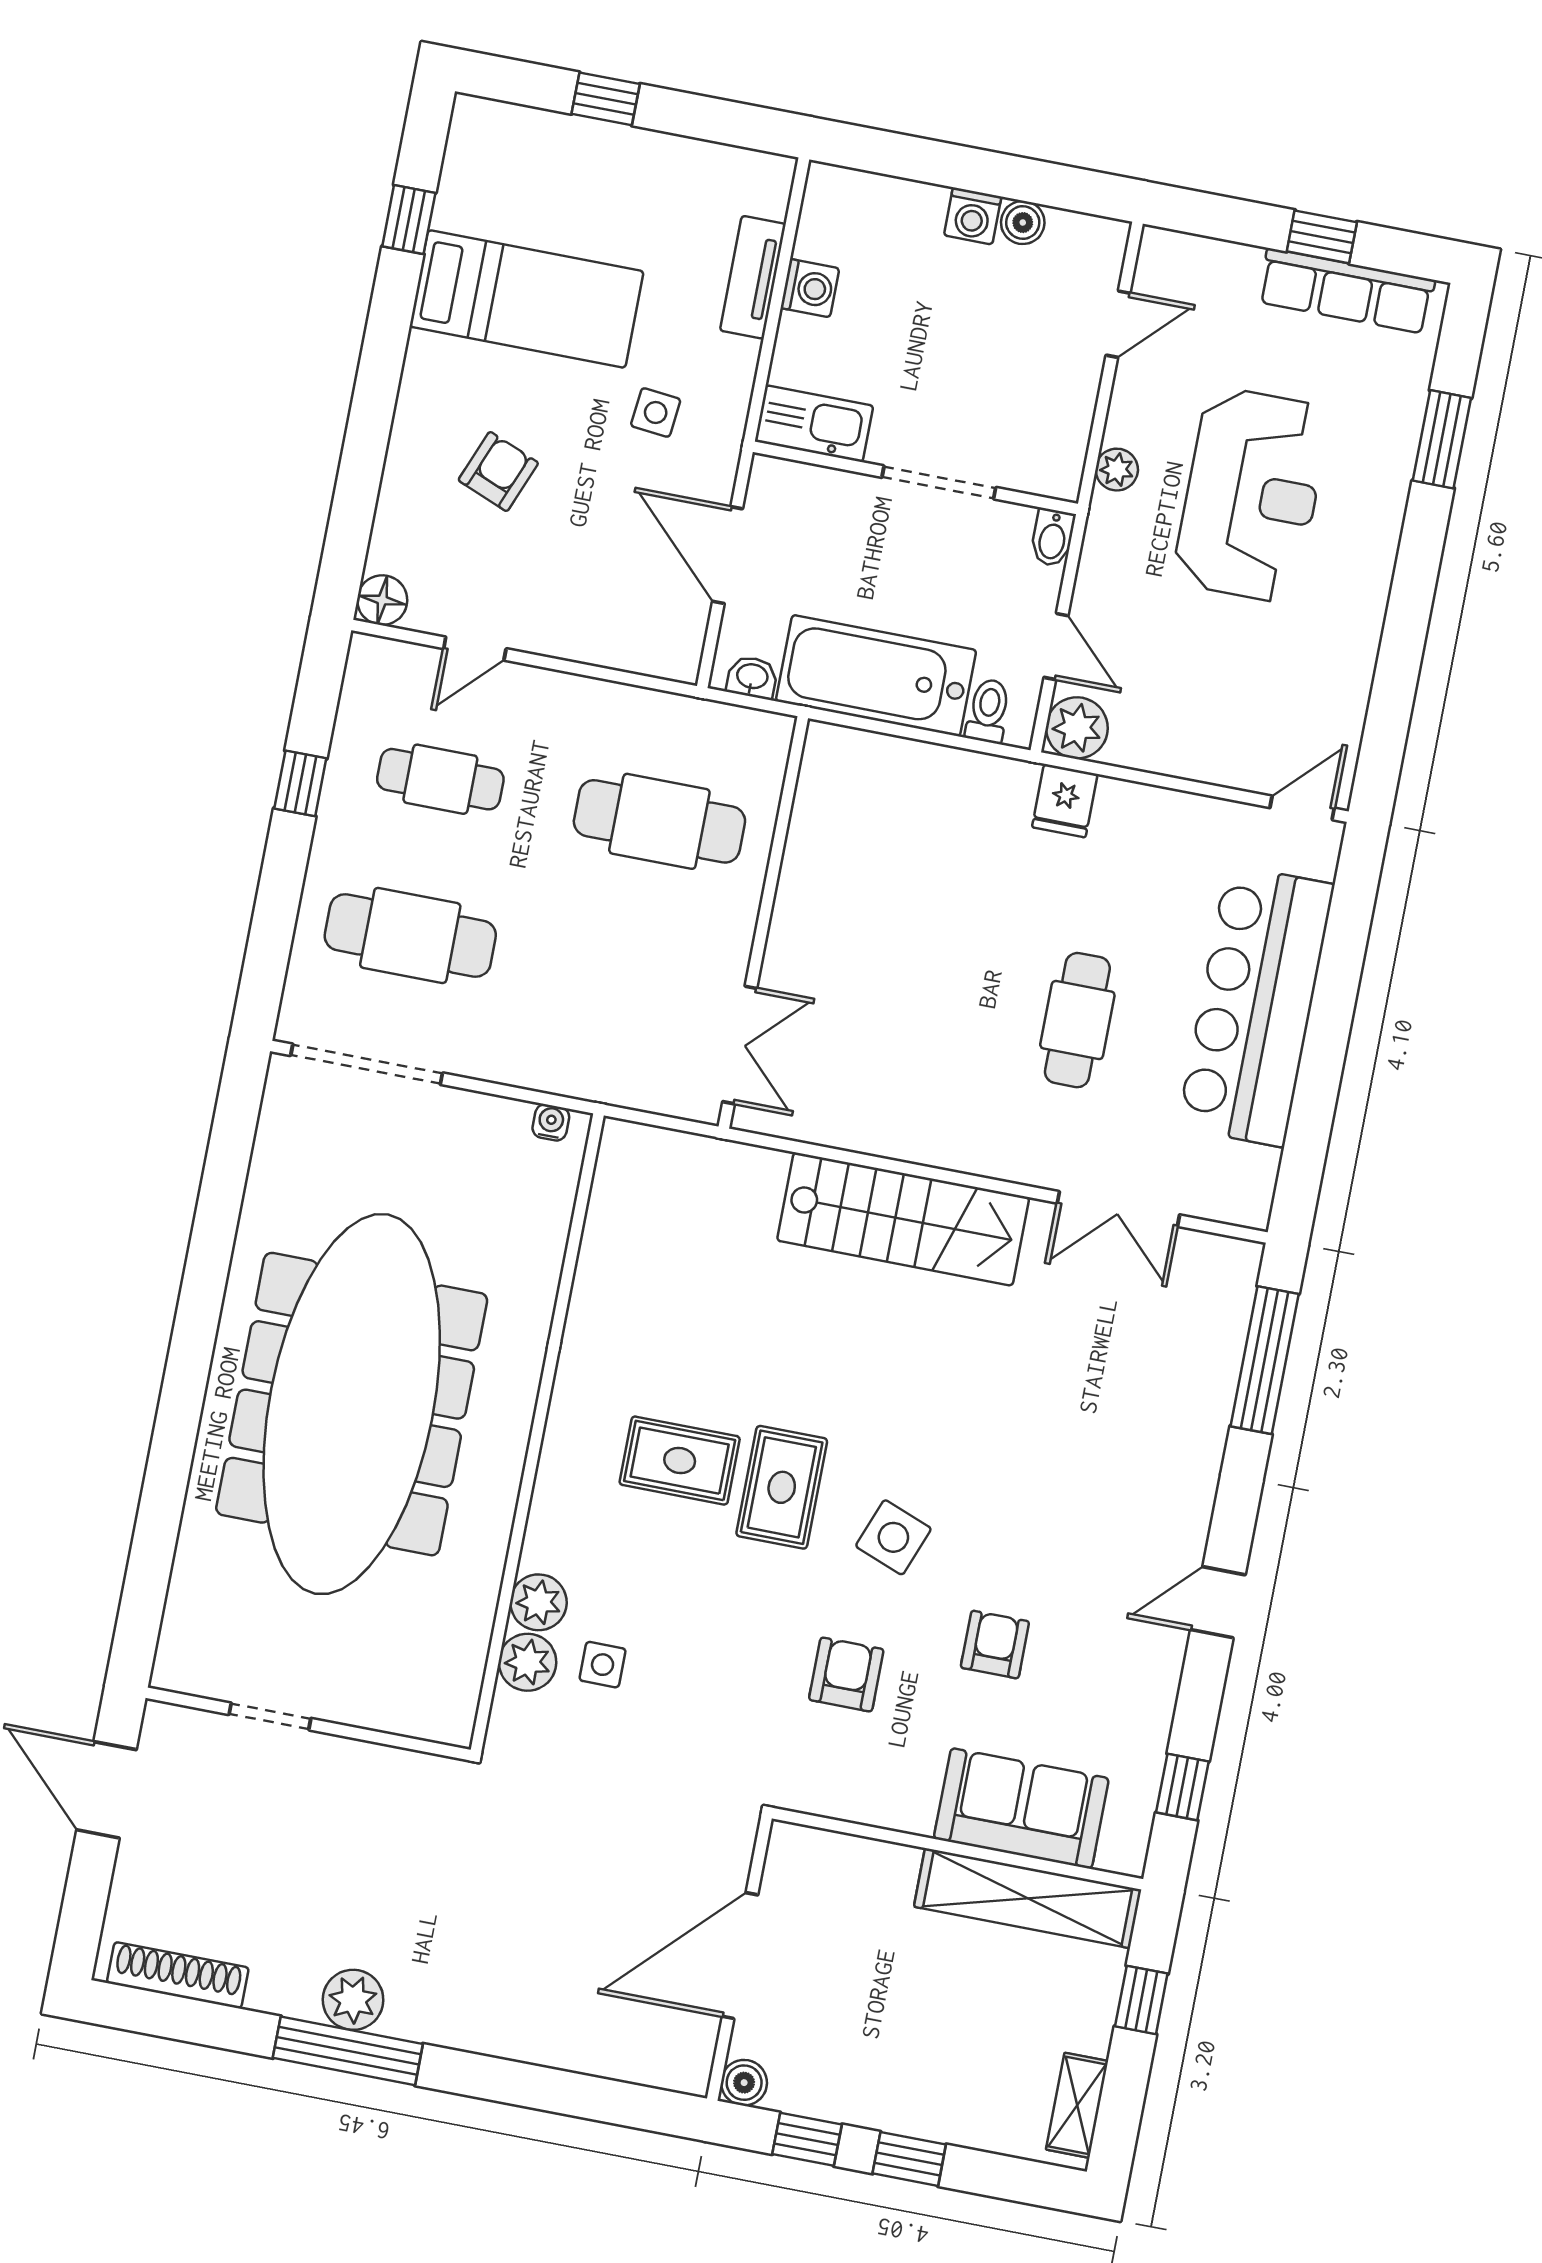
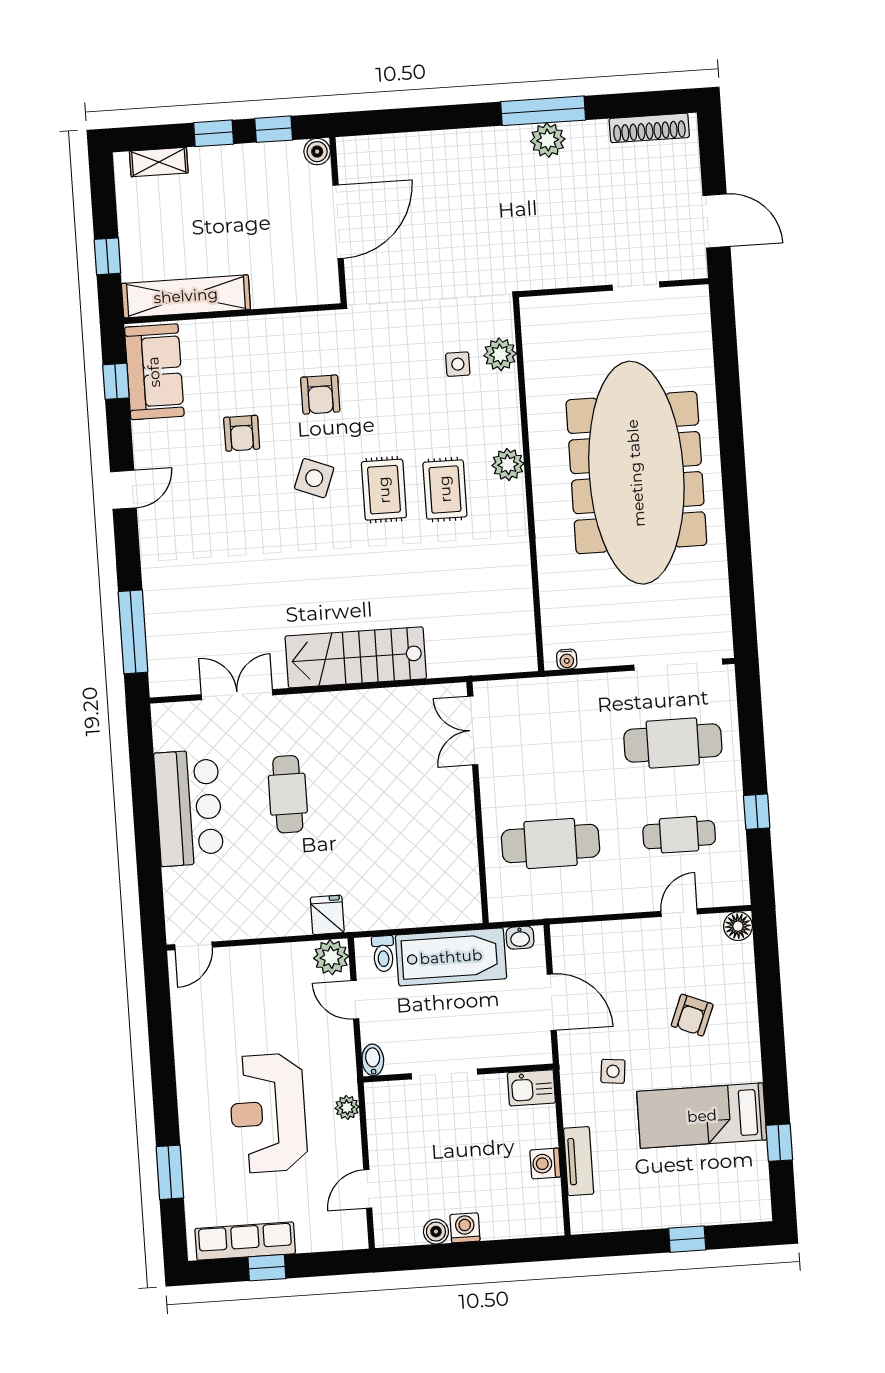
kitchen sink: (814, 424) -> (531, 1088), width x0.73
bar counter: (1256, 1006) -> (189, 808), width x0.73
rug: (680, 1461) -> (445, 489), turned 90
plant: (538, 1602) -> (508, 465), moved
sofa: (1021, 1808) -> (154, 372), moved, turned -90
shelving: (1077, 2105) -> (159, 162), moved, turned 90

